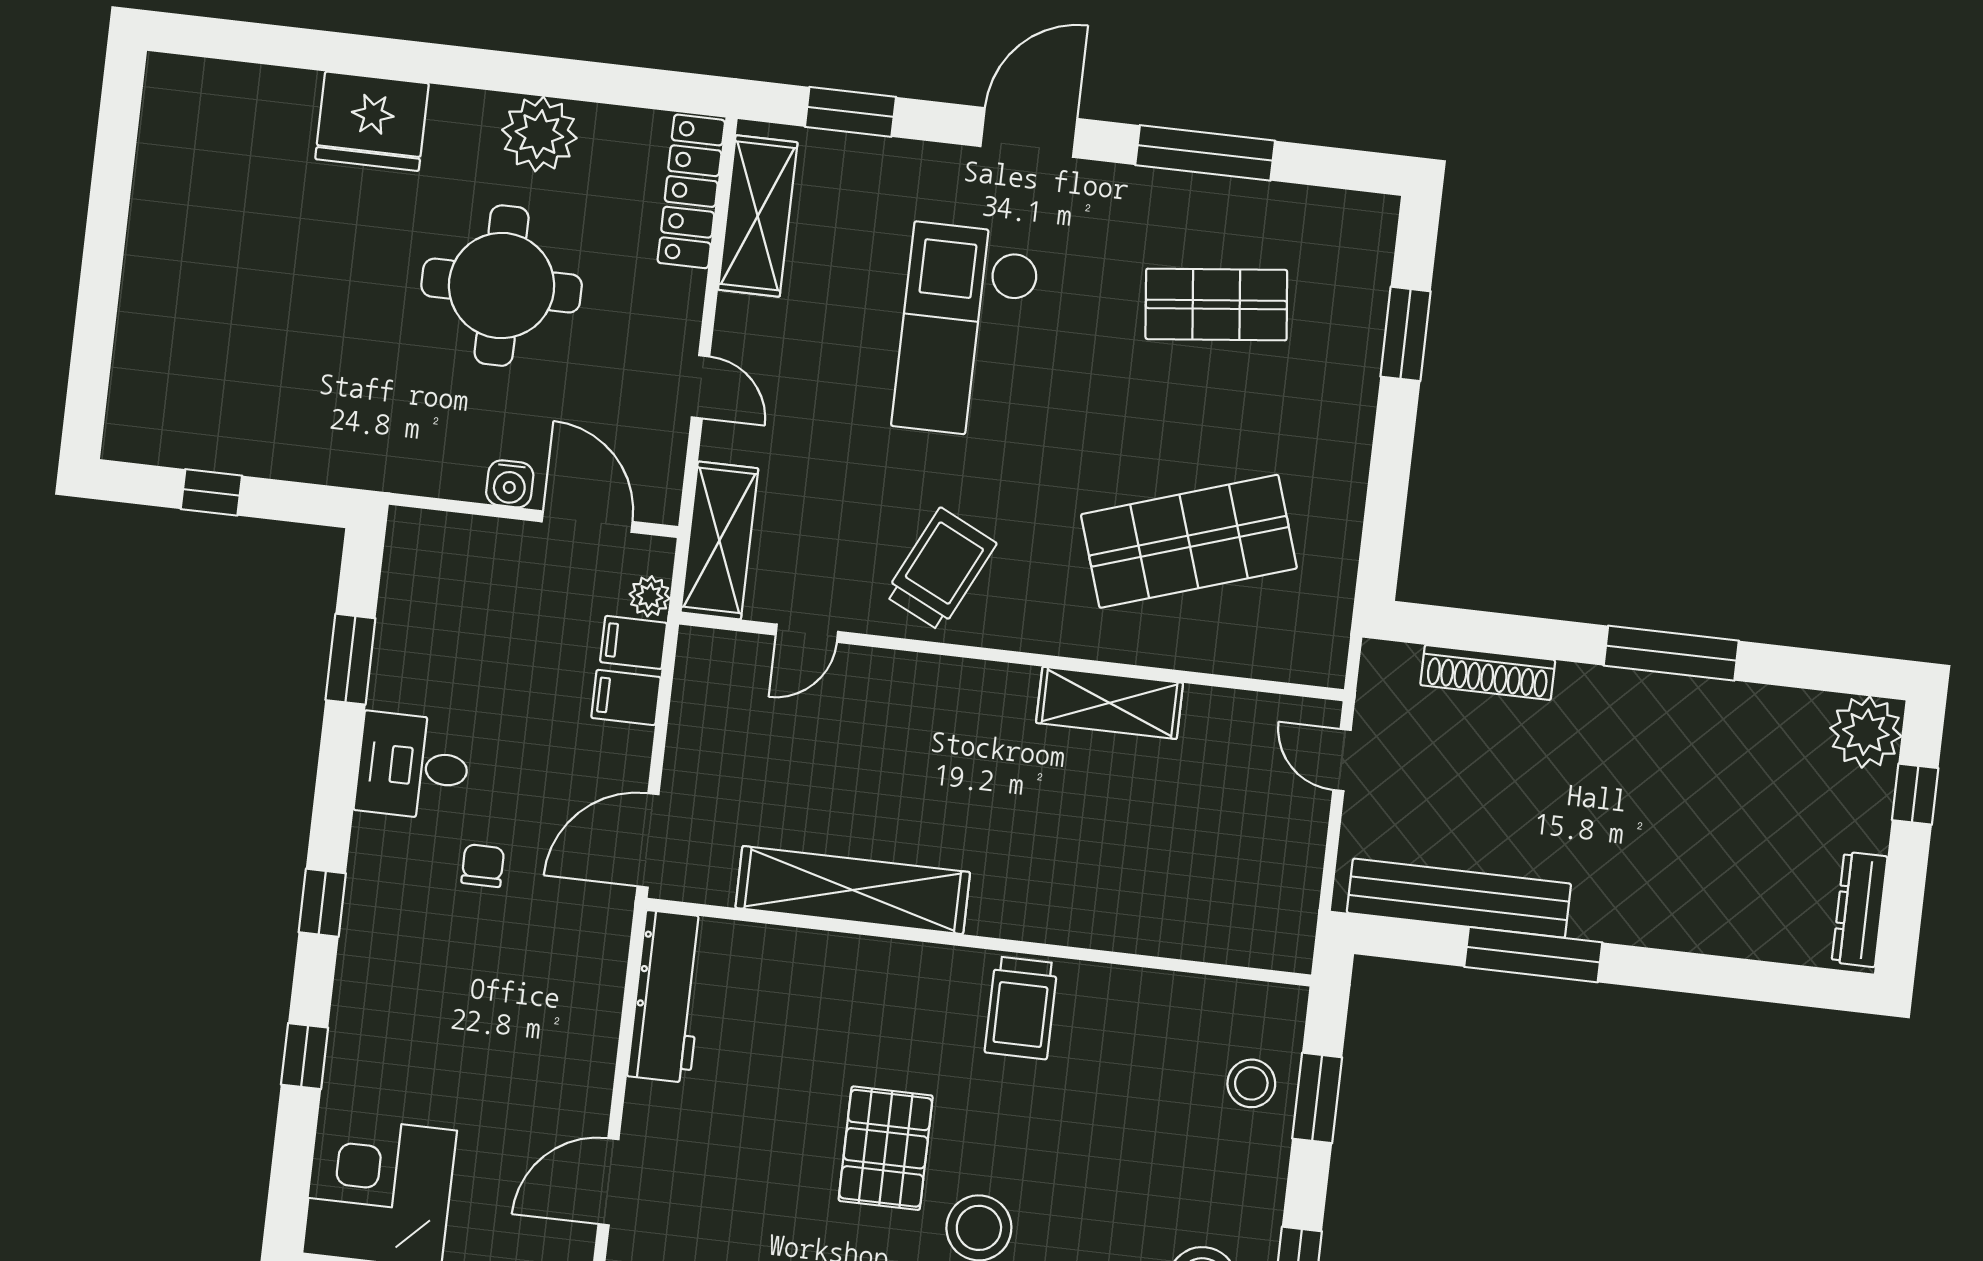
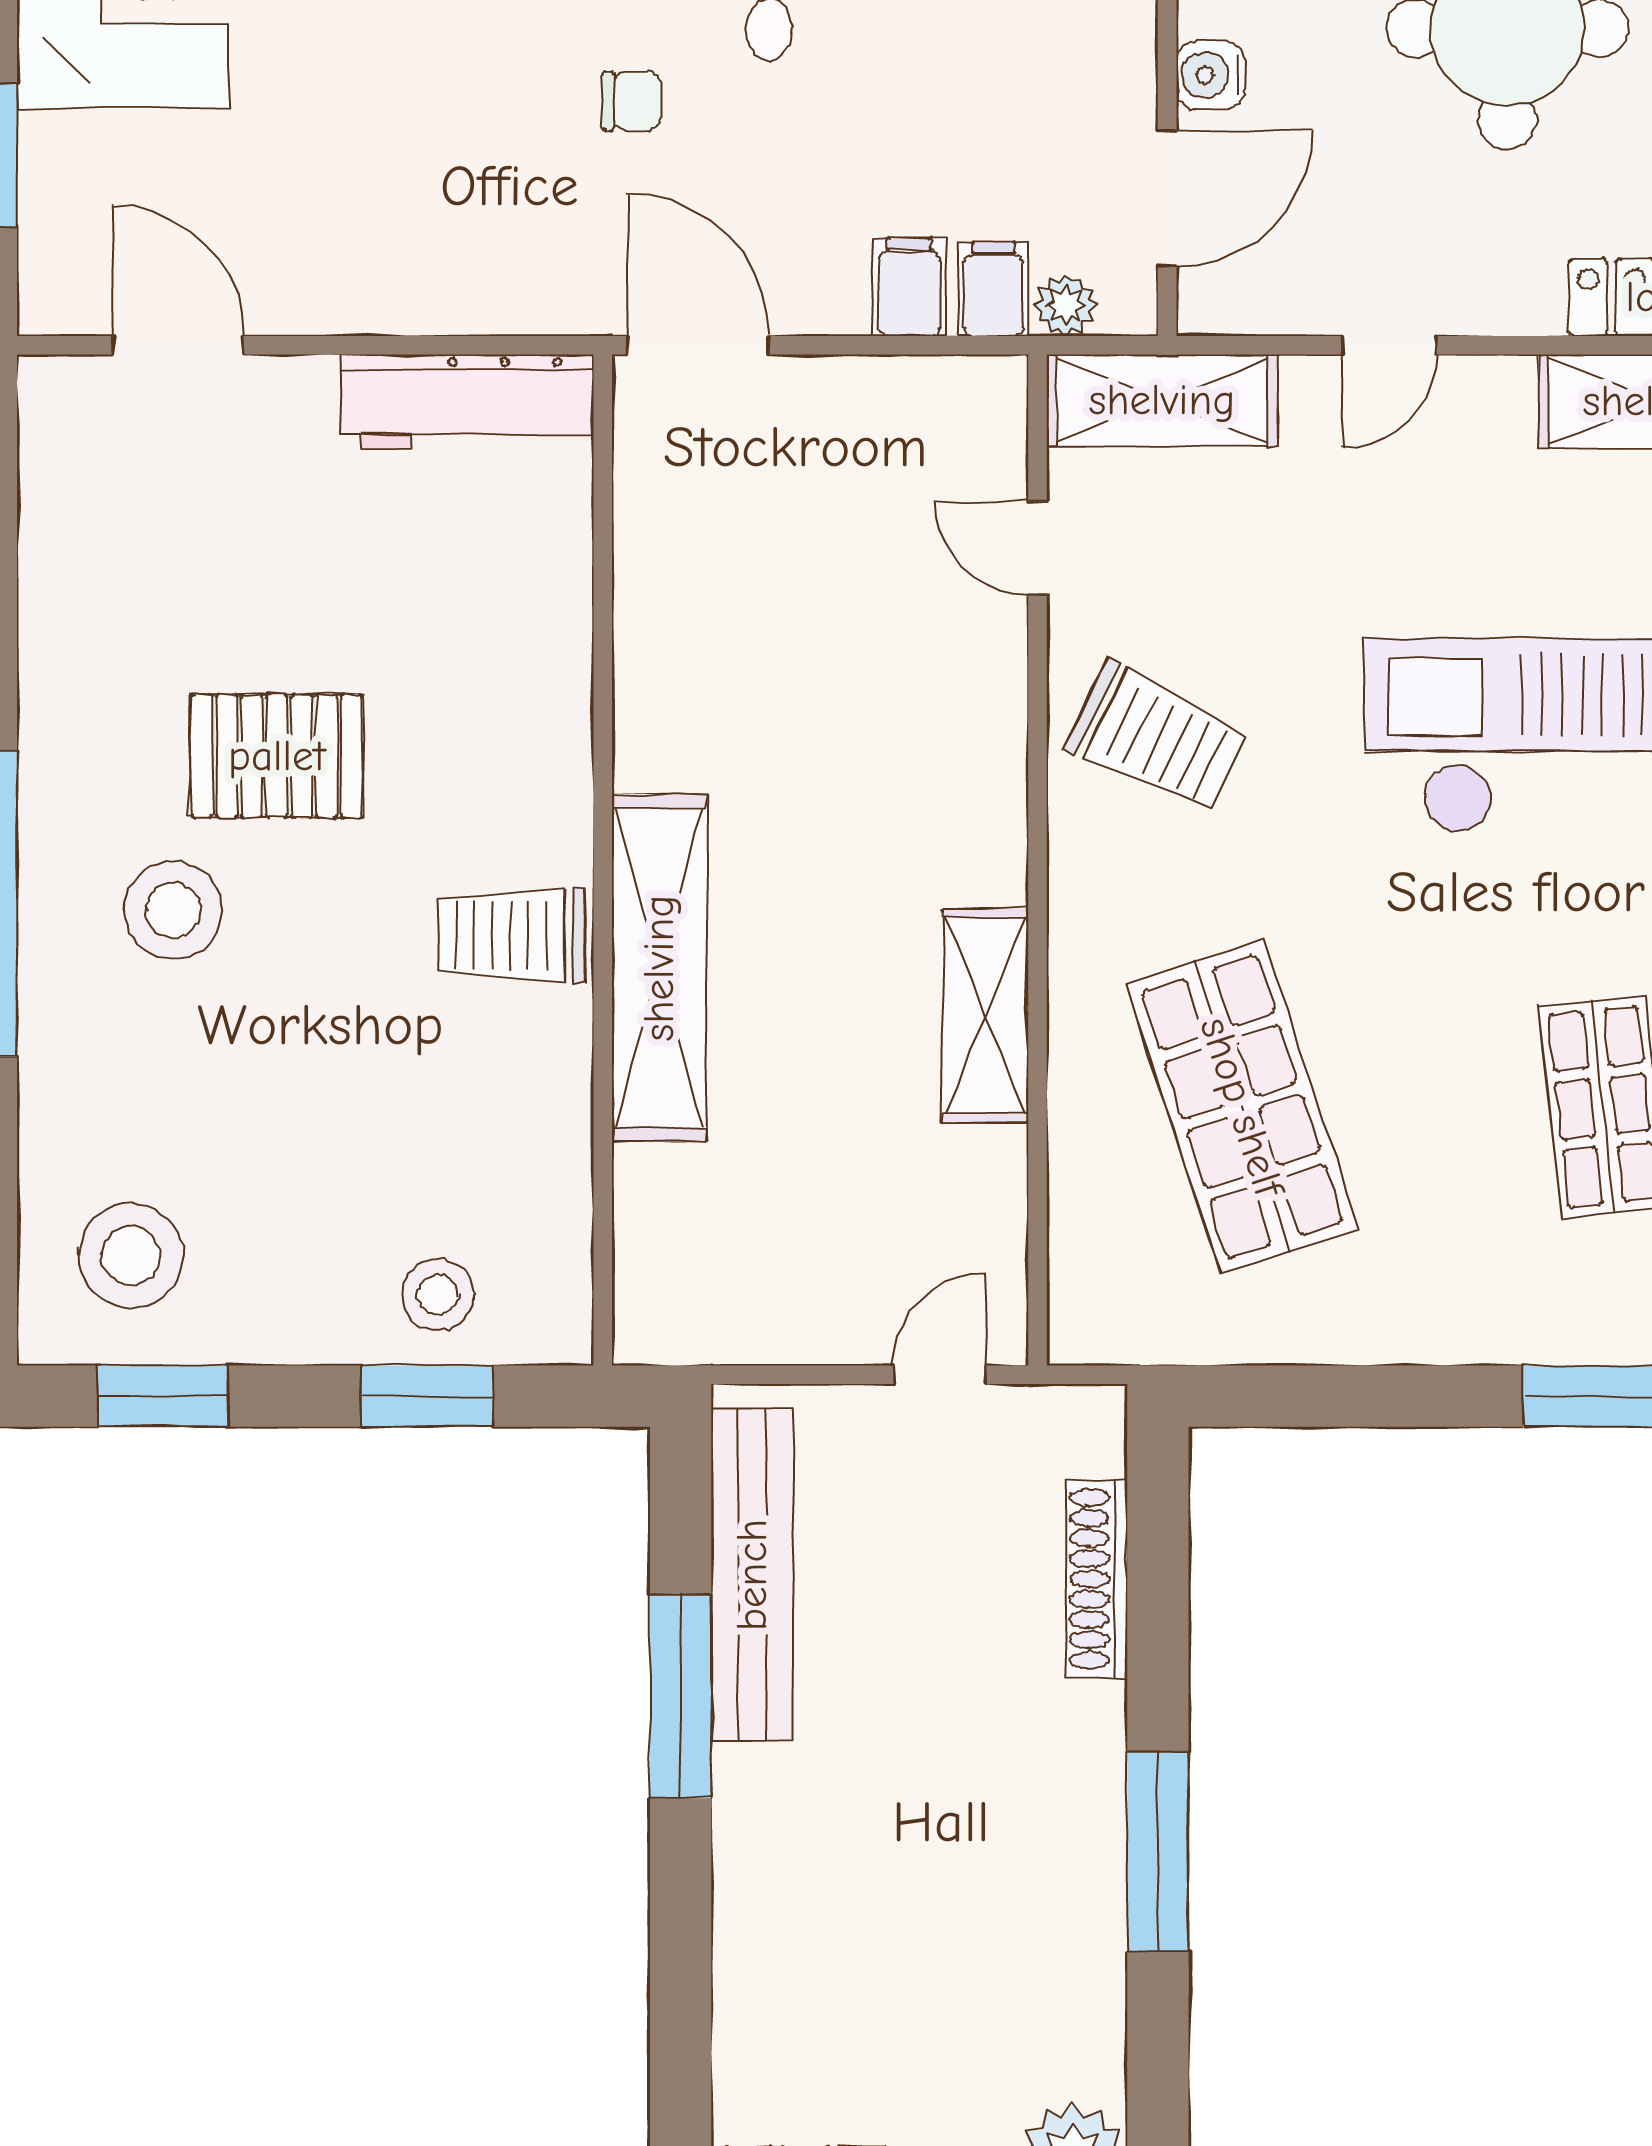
shelving: (853, 890) -> (659, 968), moved

